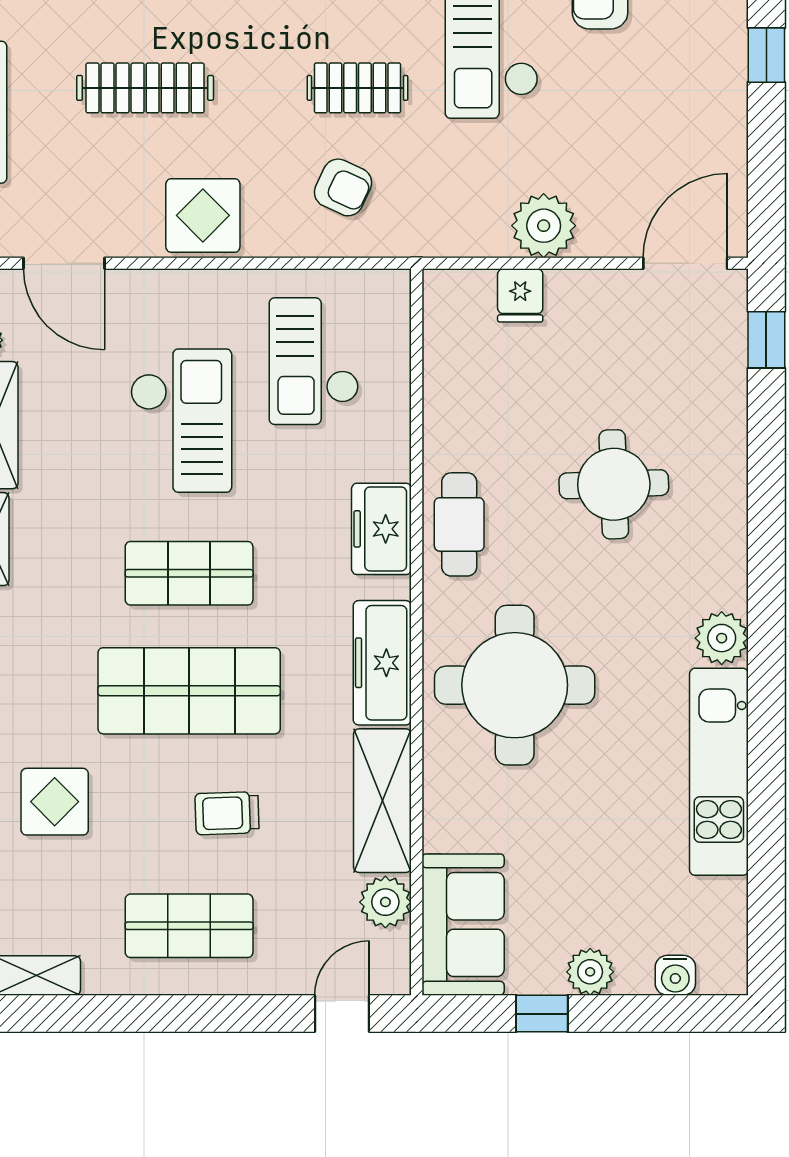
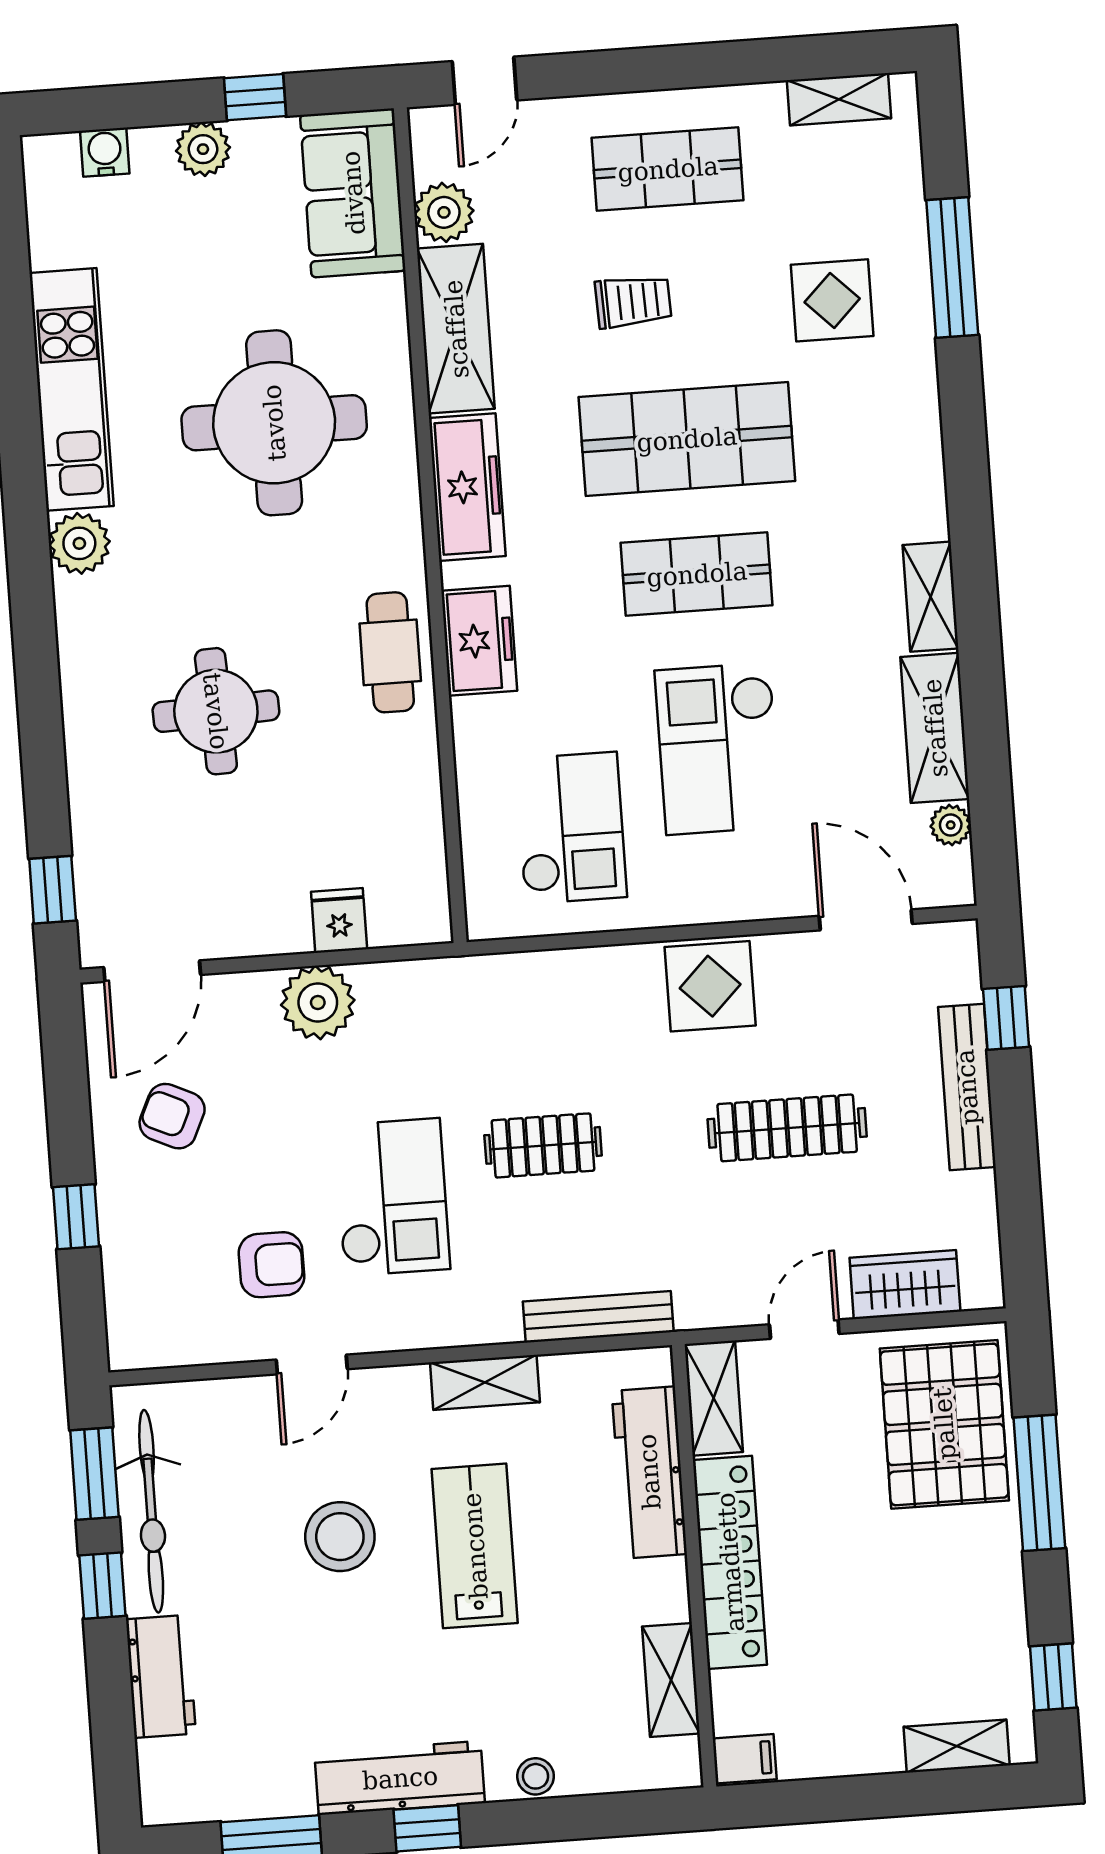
armchair: (343, 187) -> (172, 1116), moved
round table: (515, 685) -> (274, 423), moved

